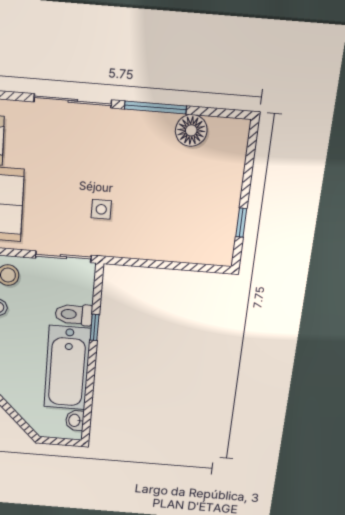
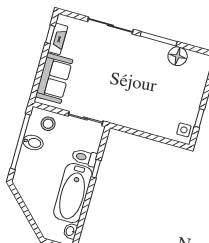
side table: (101, 209) -> (184, 130), moved

